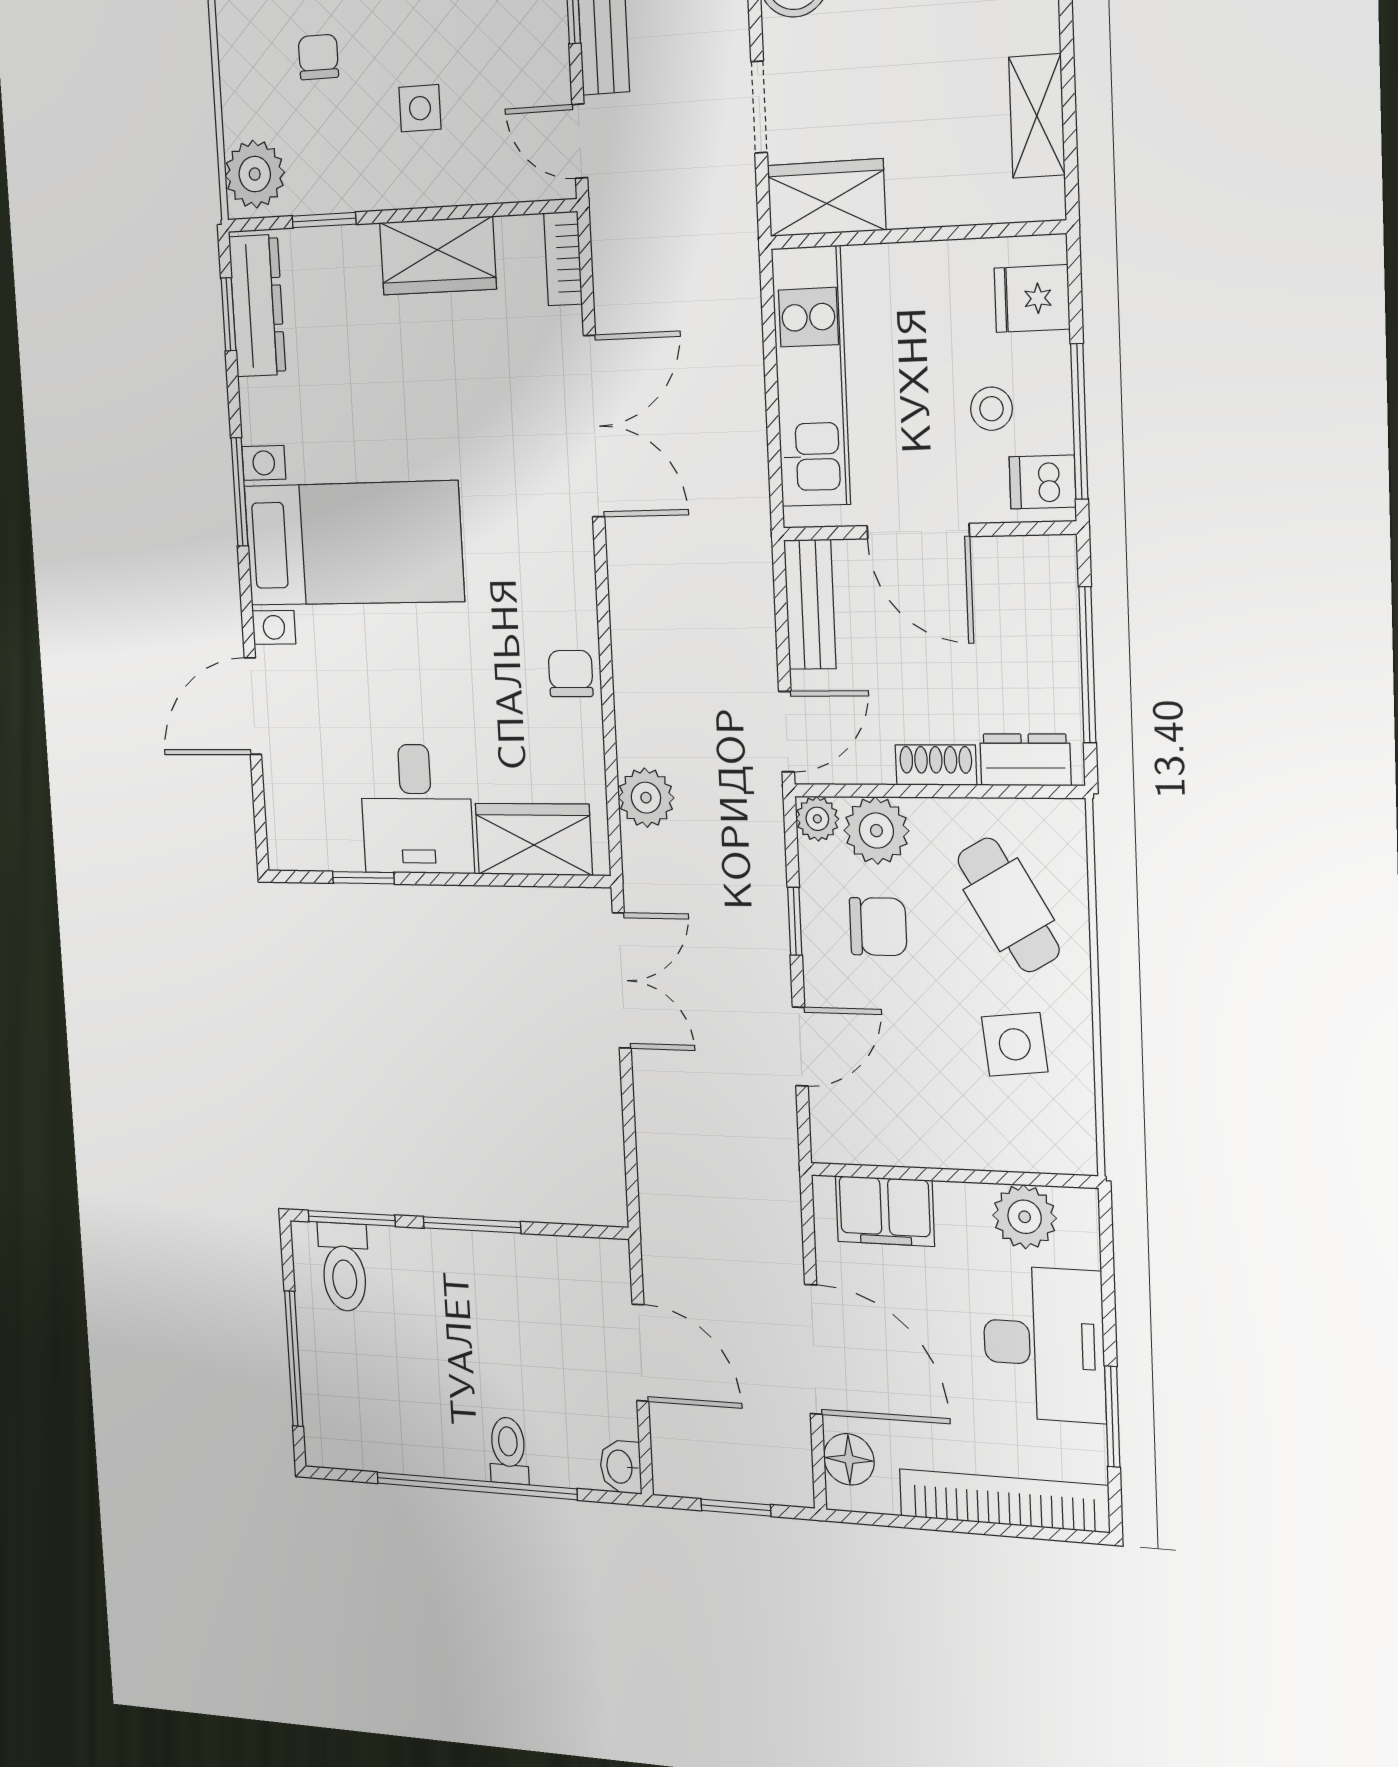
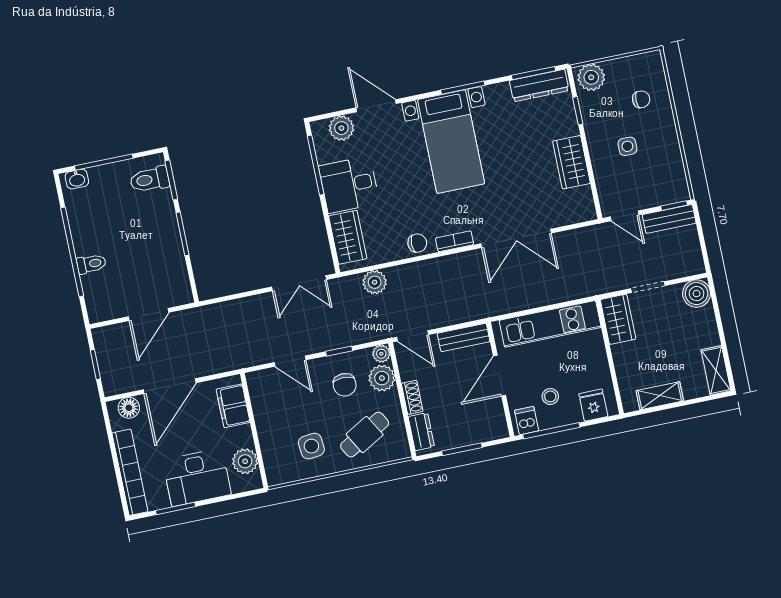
door: (580, 141) -> (625, 216), swing flipped
bookcase: (563, 259) -> (455, 241), moved
window: (228, 314) -> (534, 73), width x1.50
window: (1087, 665) -> (462, 449), width x0.69
plant: (291, 798) -> (341, 128), added
window: (363, 878) -> (316, 165), width x2.17
washbasin: (621, 1467) -> (77, 179), moved, turned 180

